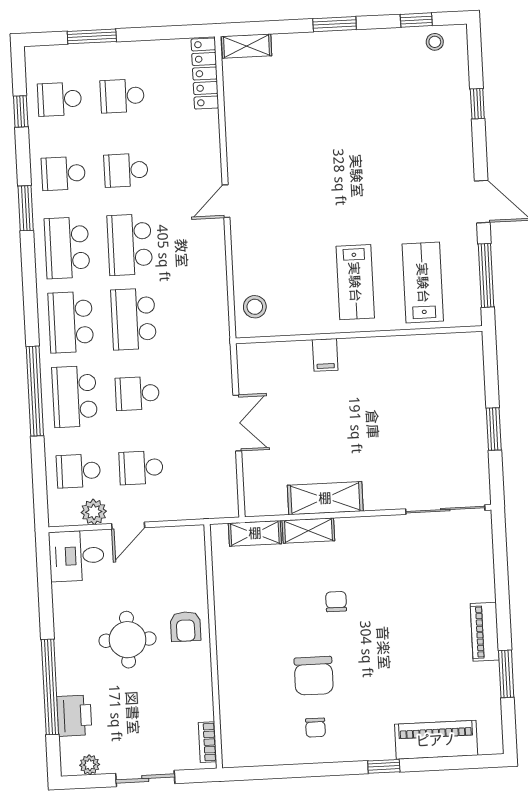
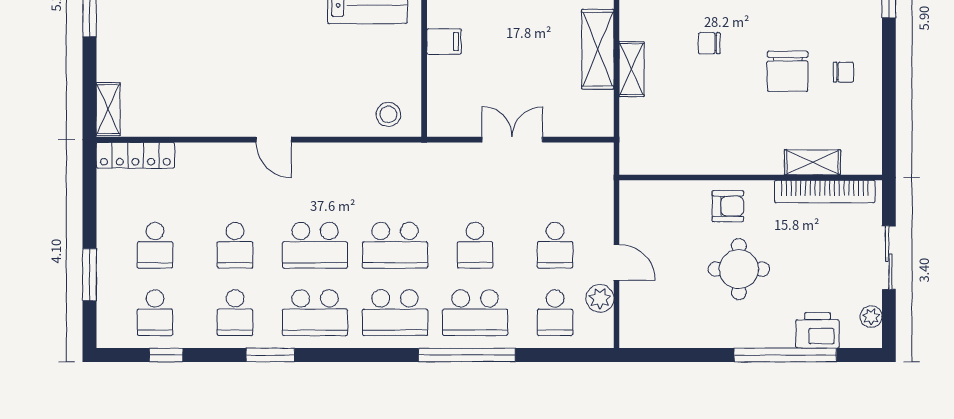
shelving: (255, 533) -> (812, 162), moved, turned 90
desk: (77, 556) -> (646, 319), removed
chair: (314, 676) -> (788, 71), turned 90
bookcase: (207, 742) -> (825, 192), width x2.31, depth x1.31

